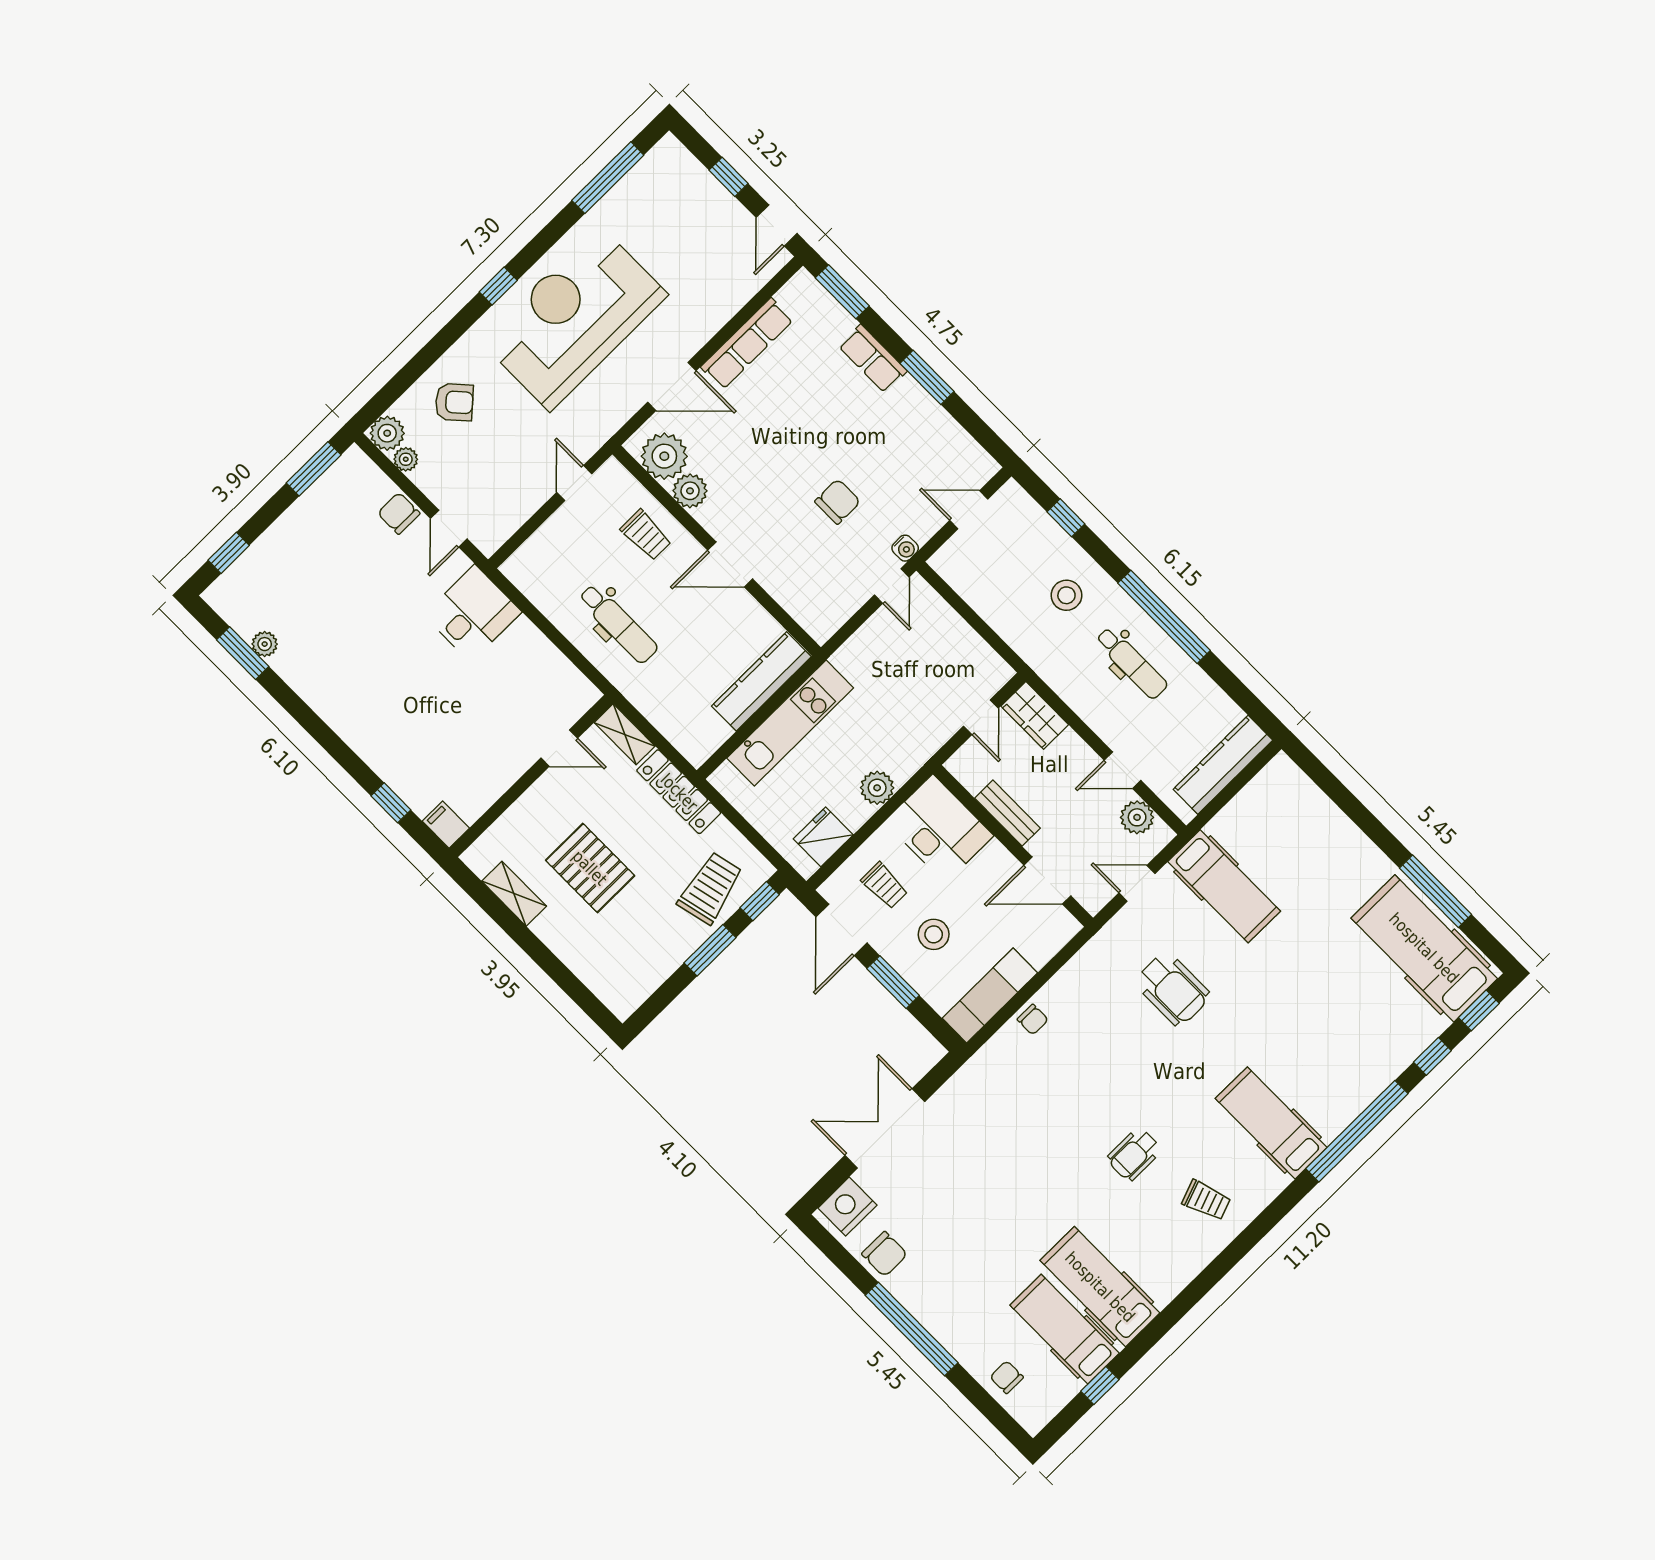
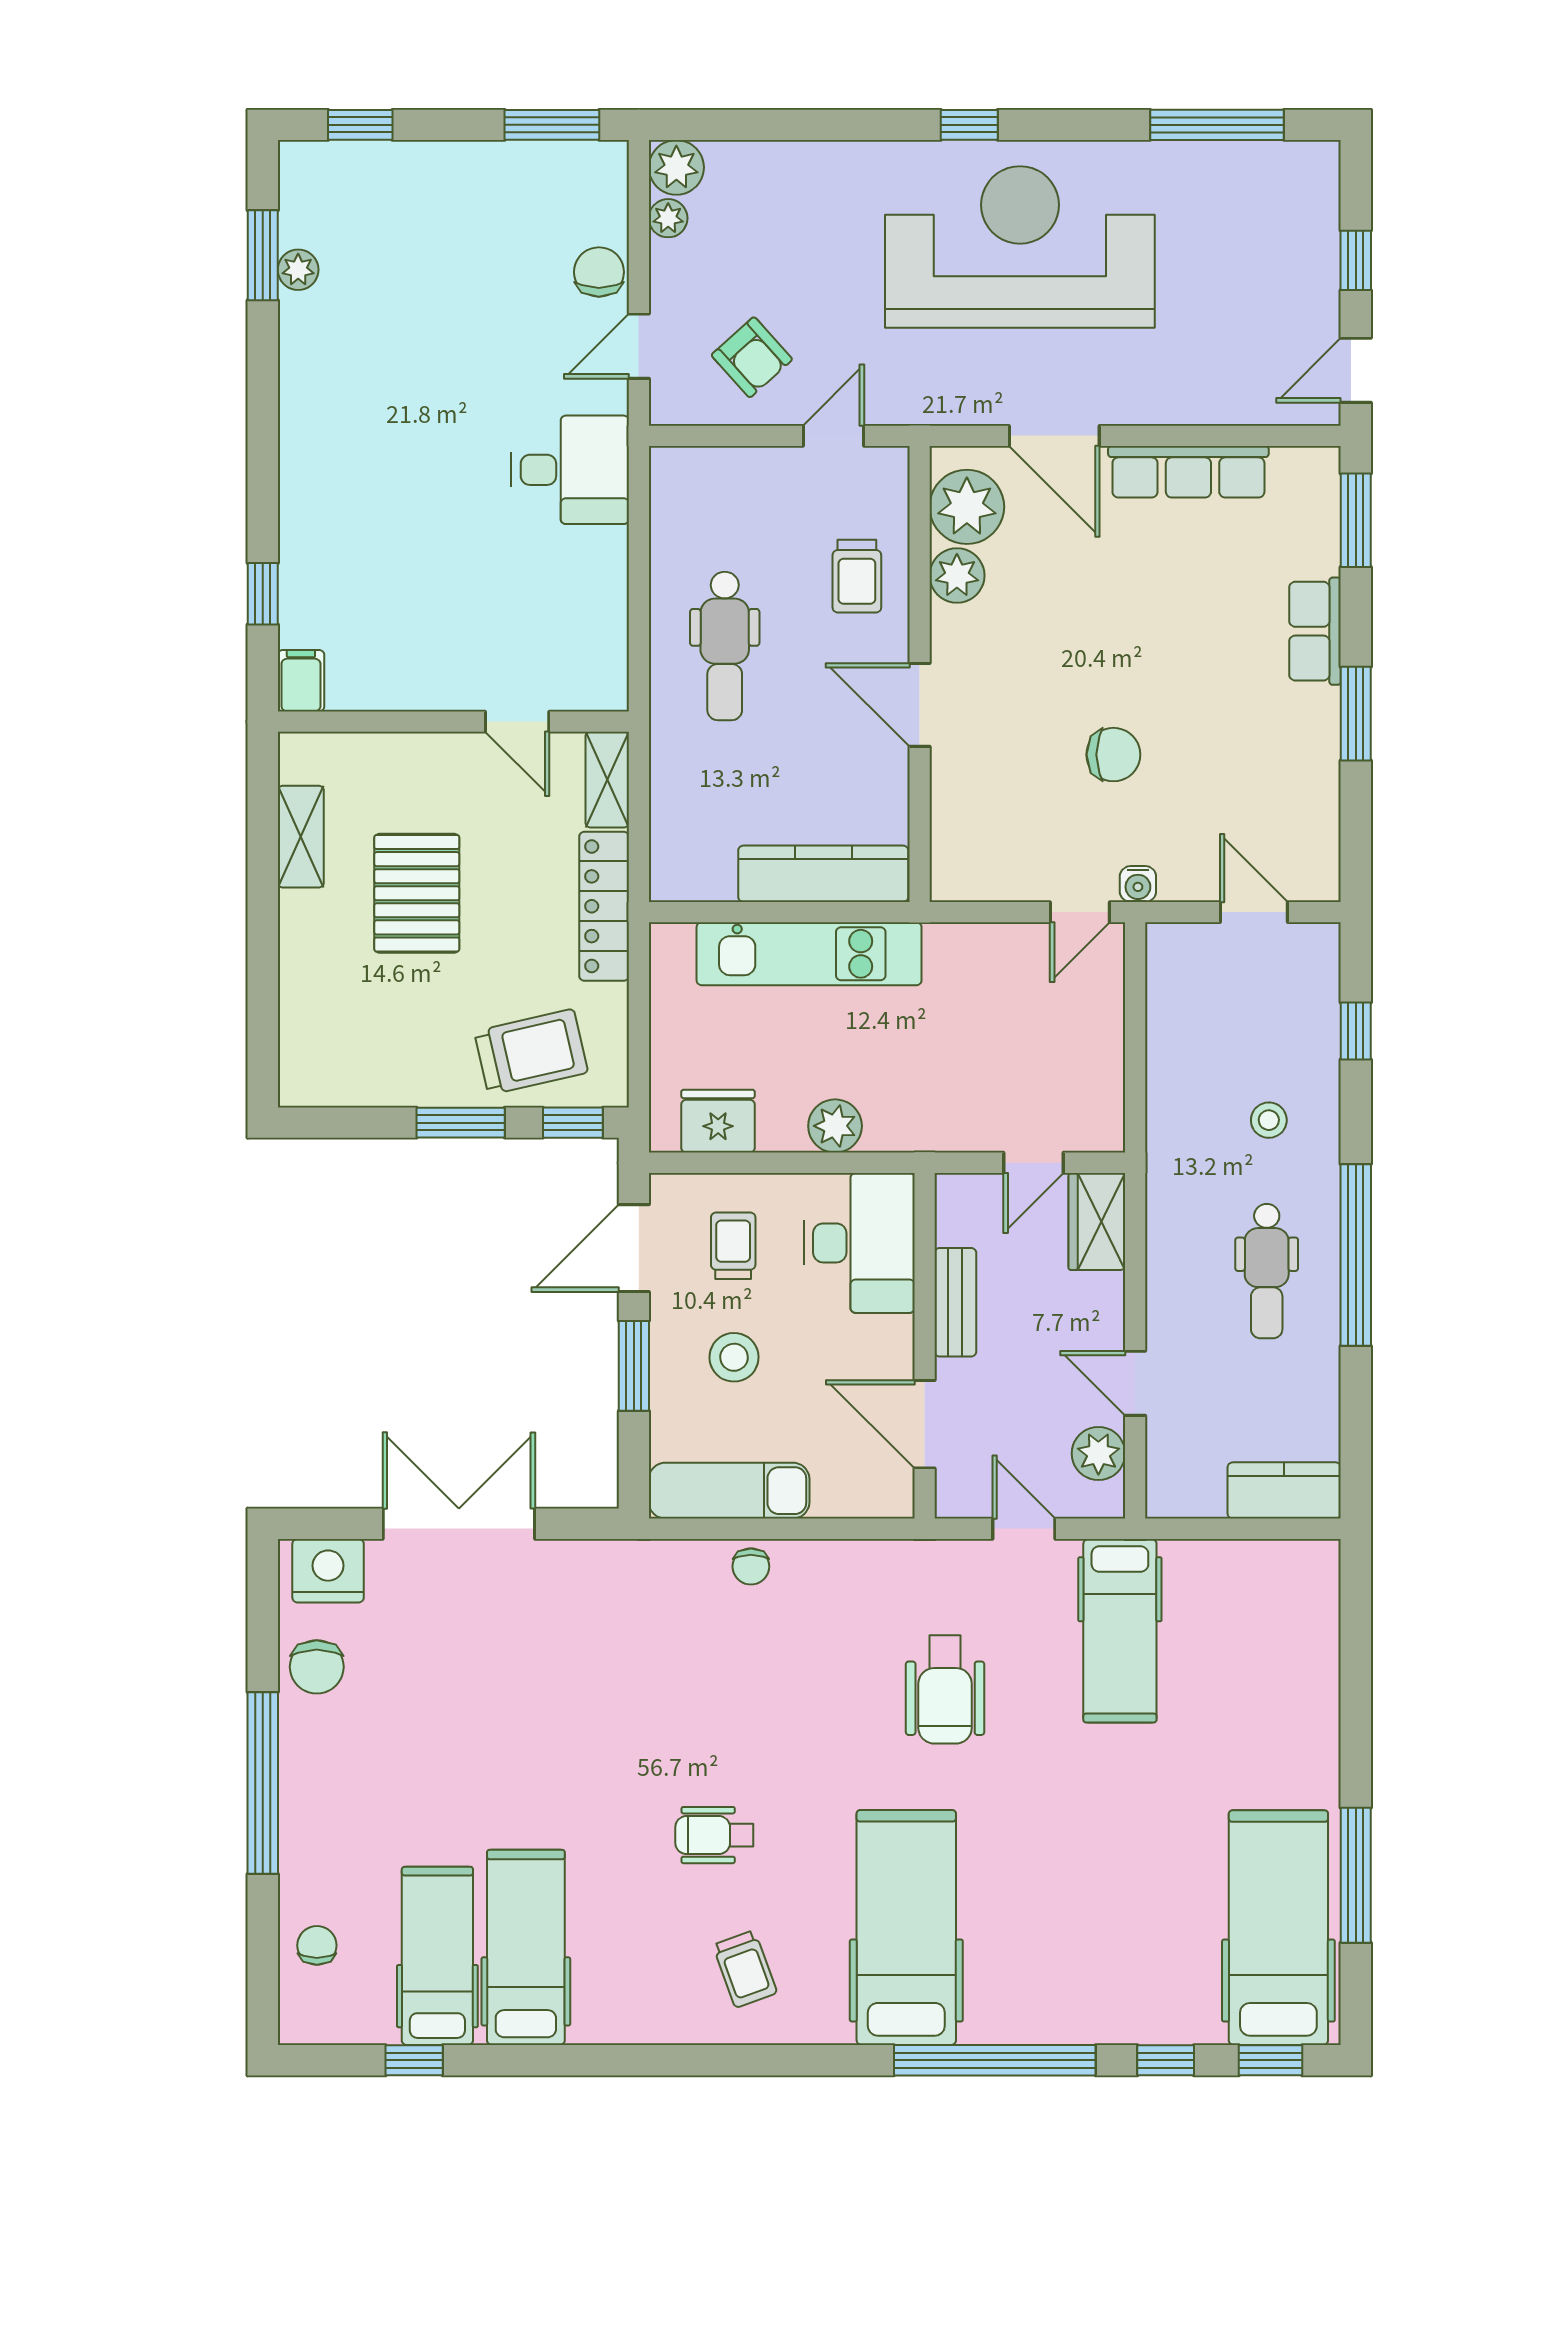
armchair: (454, 402) -> (752, 357), moved
stool: (1066, 595) -> (1269, 1120), width x0.73, depth x0.73
kitchen counter: (1223, 765) -> (1284, 1490), width x0.67
trolley: (884, 885) -> (733, 1246), turned 180
hospital bed: (1271, 1123) -> (906, 1928), width x1.37, depth x1.29

